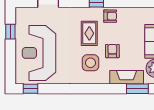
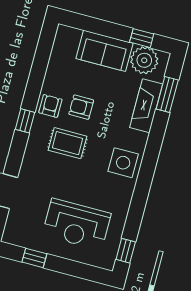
armchair: (112, 51) -> (81, 107), moved
reception desk: (39, 53) -> (77, 224), width x0.74, depth x0.77
side table: (90, 63) -> (123, 163), moved

